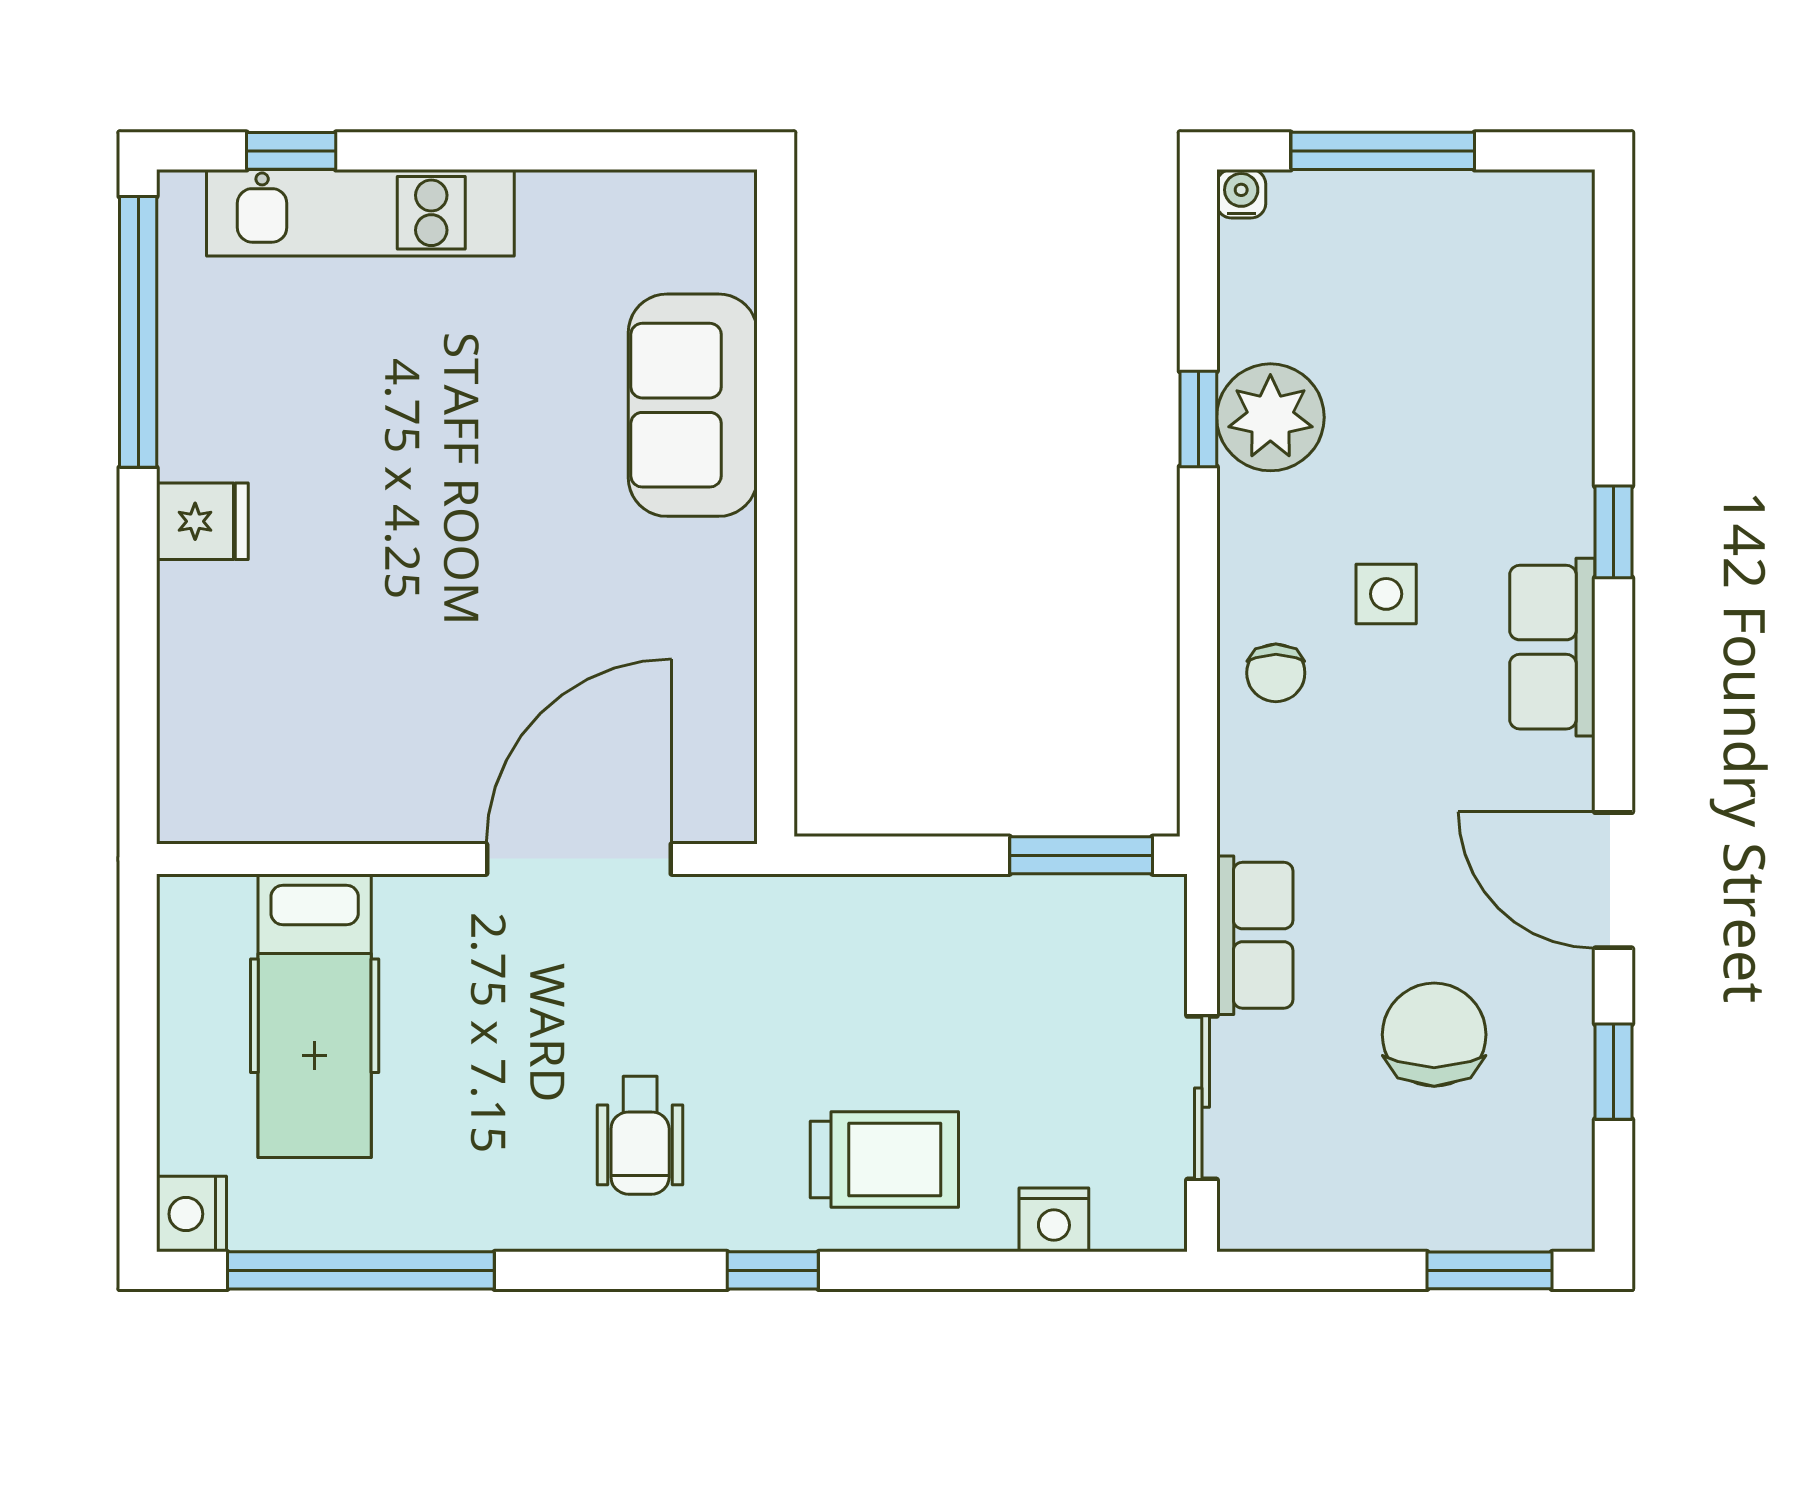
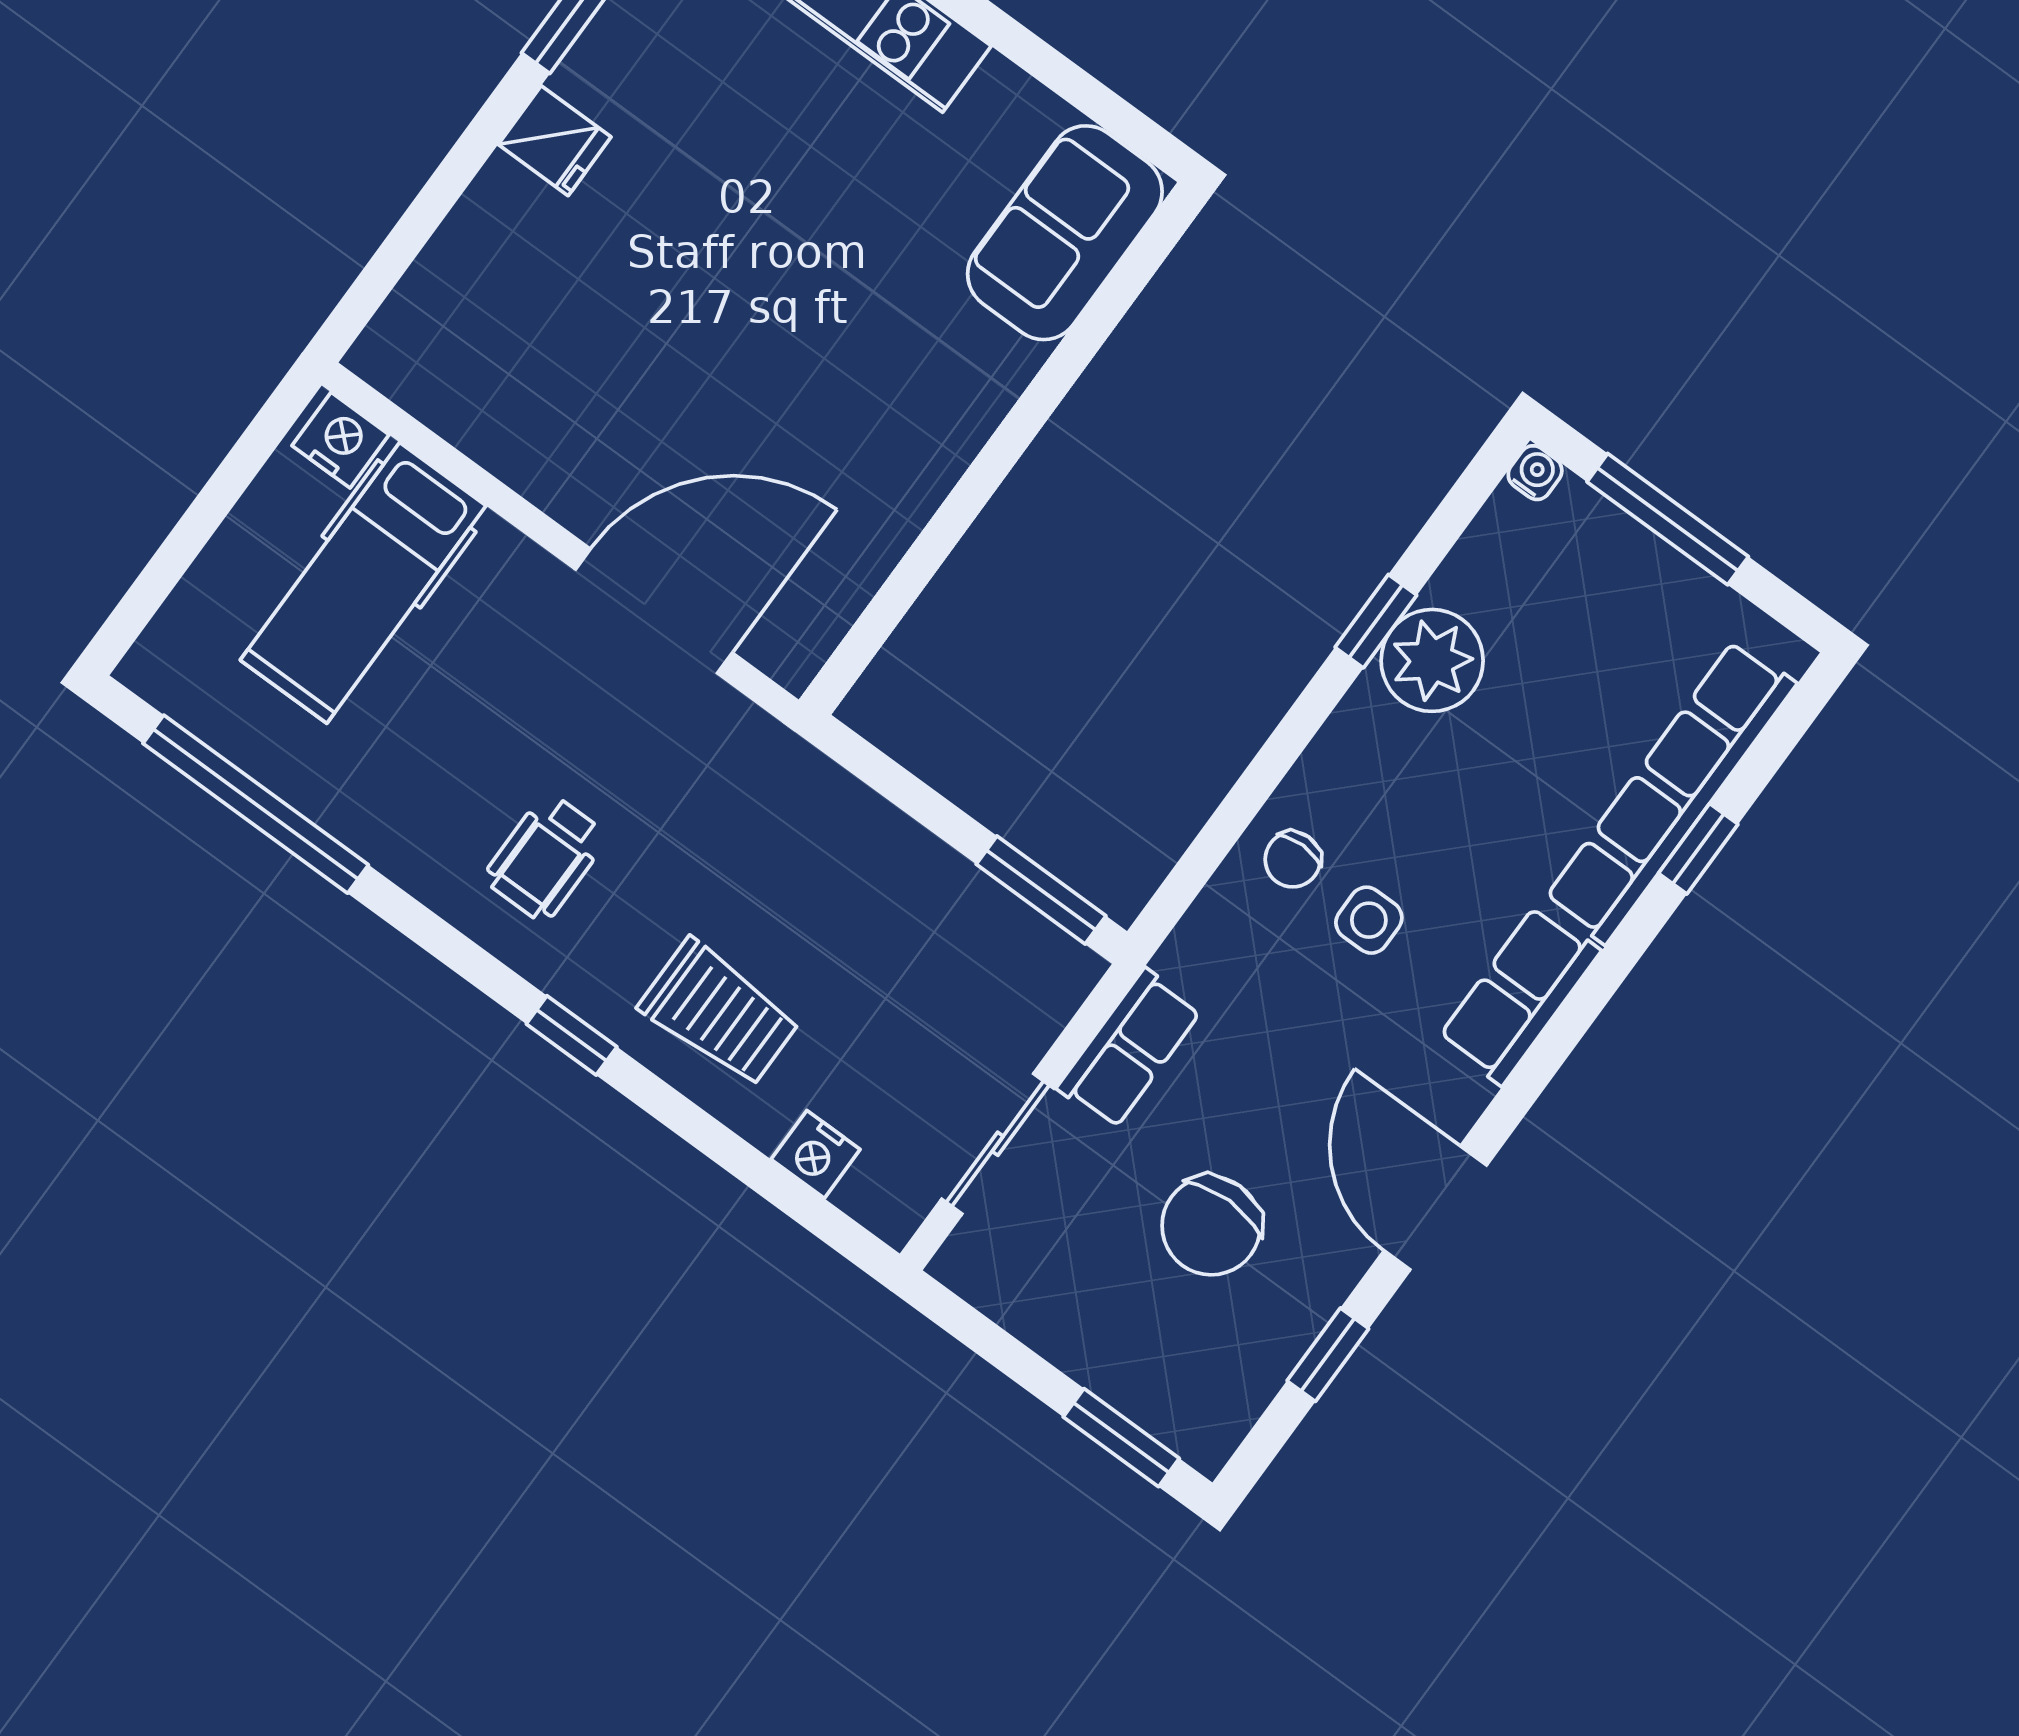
row of seats: (1554, 381) -> (1670, 792), added
sofa: (693, 405) -> (1065, 233), moved
window: (1613, 532) -> (1698, 849), moved
side table: (1386, 594) -> (1369, 920), moved
chair: (1434, 1035) -> (1211, 1226), turned 180
nightstand: (191, 1214) -> (341, 440), moved, turned 90

